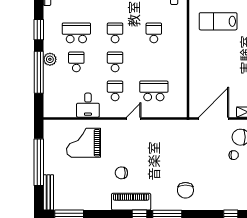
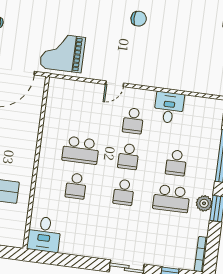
plant: (50, 59) -> (204, 203), moved
school desk: (154, 91) -> (81, 150), moved
grand piano: (84, 143) -> (63, 53), moved, turned 180

